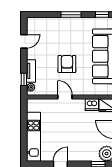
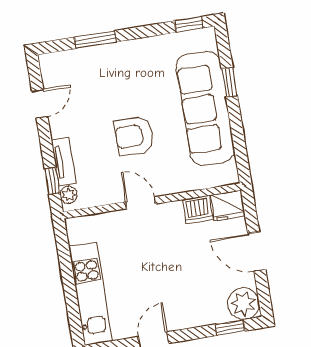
window: (71, 15) -> (95, 40), moved
armchair: (67, 64) -> (134, 136), turned -90

